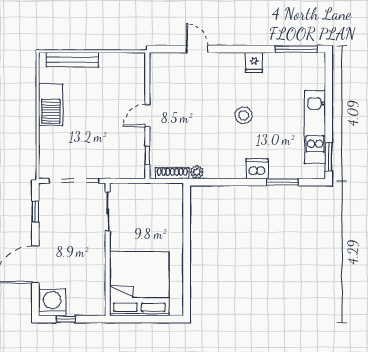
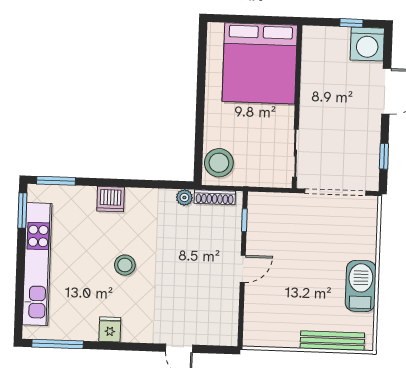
kitchen unit: (315, 127) -> (37, 264), width x1.36
window: (282, 182) -> (56, 181), moved
stool: (170, 201) -> (219, 163), added

